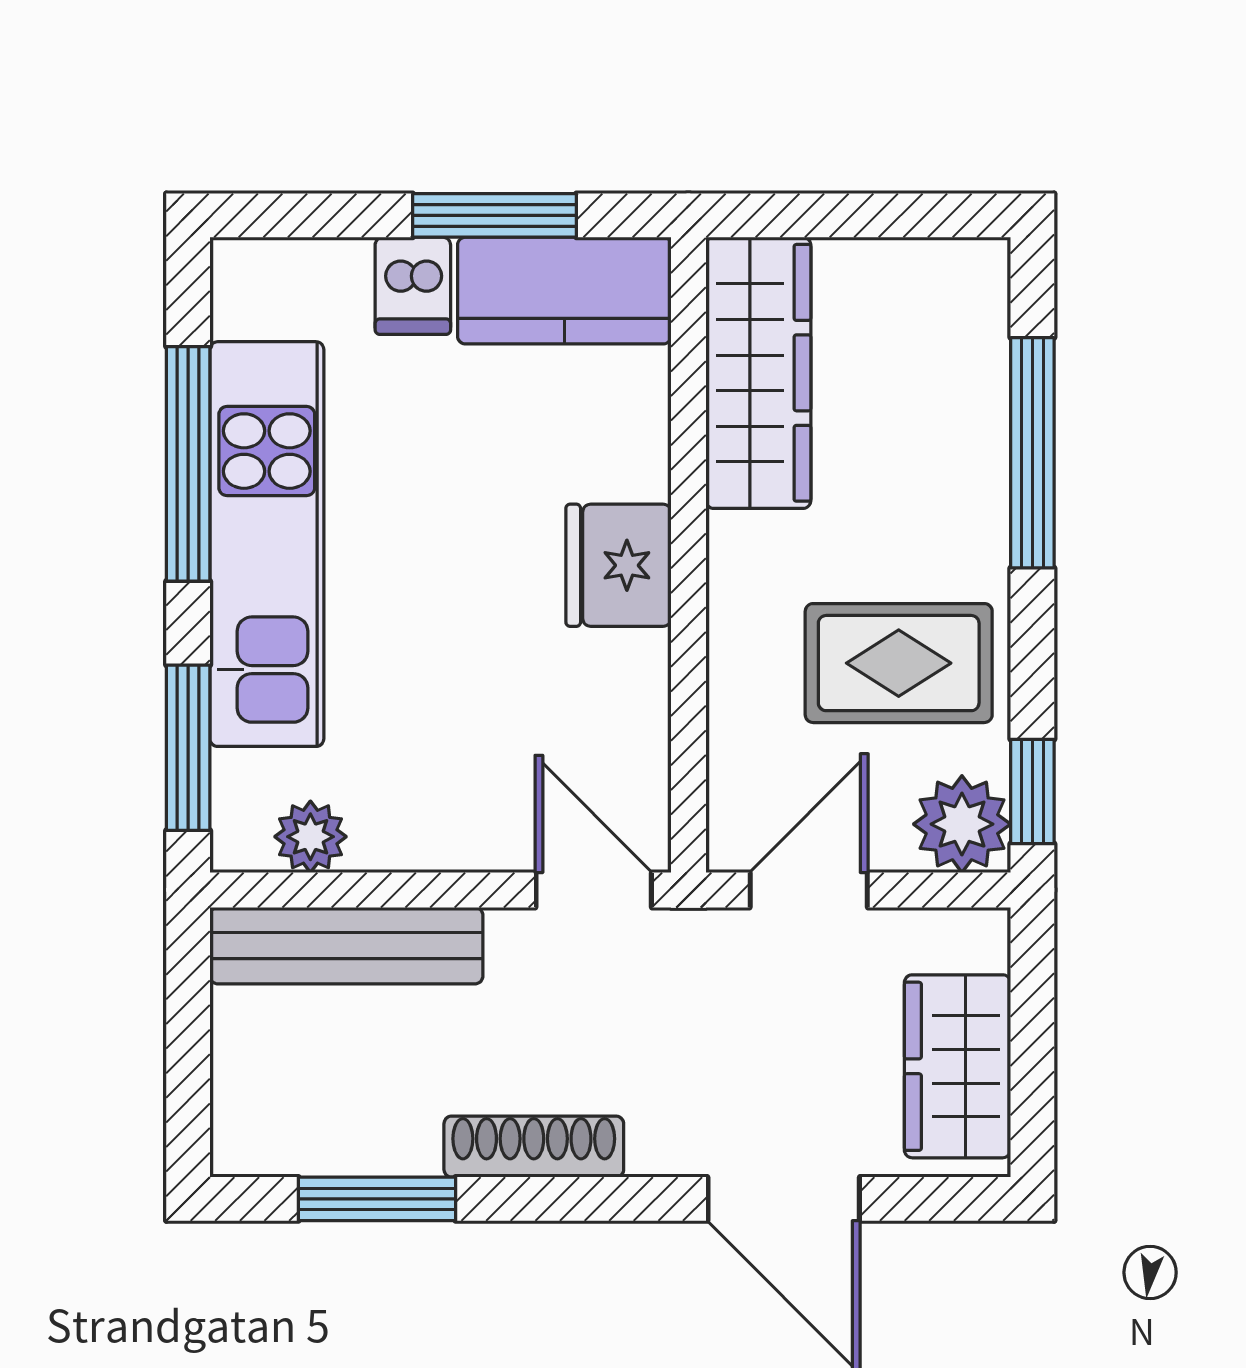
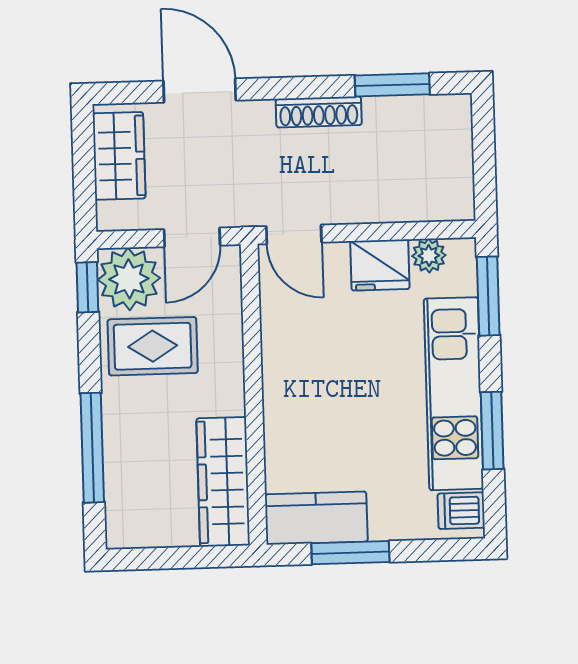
dishwasher: (413, 286) -> (461, 511), moved, turned -90
window: (188, 464) -> (492, 431), width x0.69
fridge: (618, 565) -> (380, 265), moved, turned 90
plant: (962, 824) -> (129, 279), width x1.36, depth x1.36
bench: (346, 946) -> (410, 205), removed

